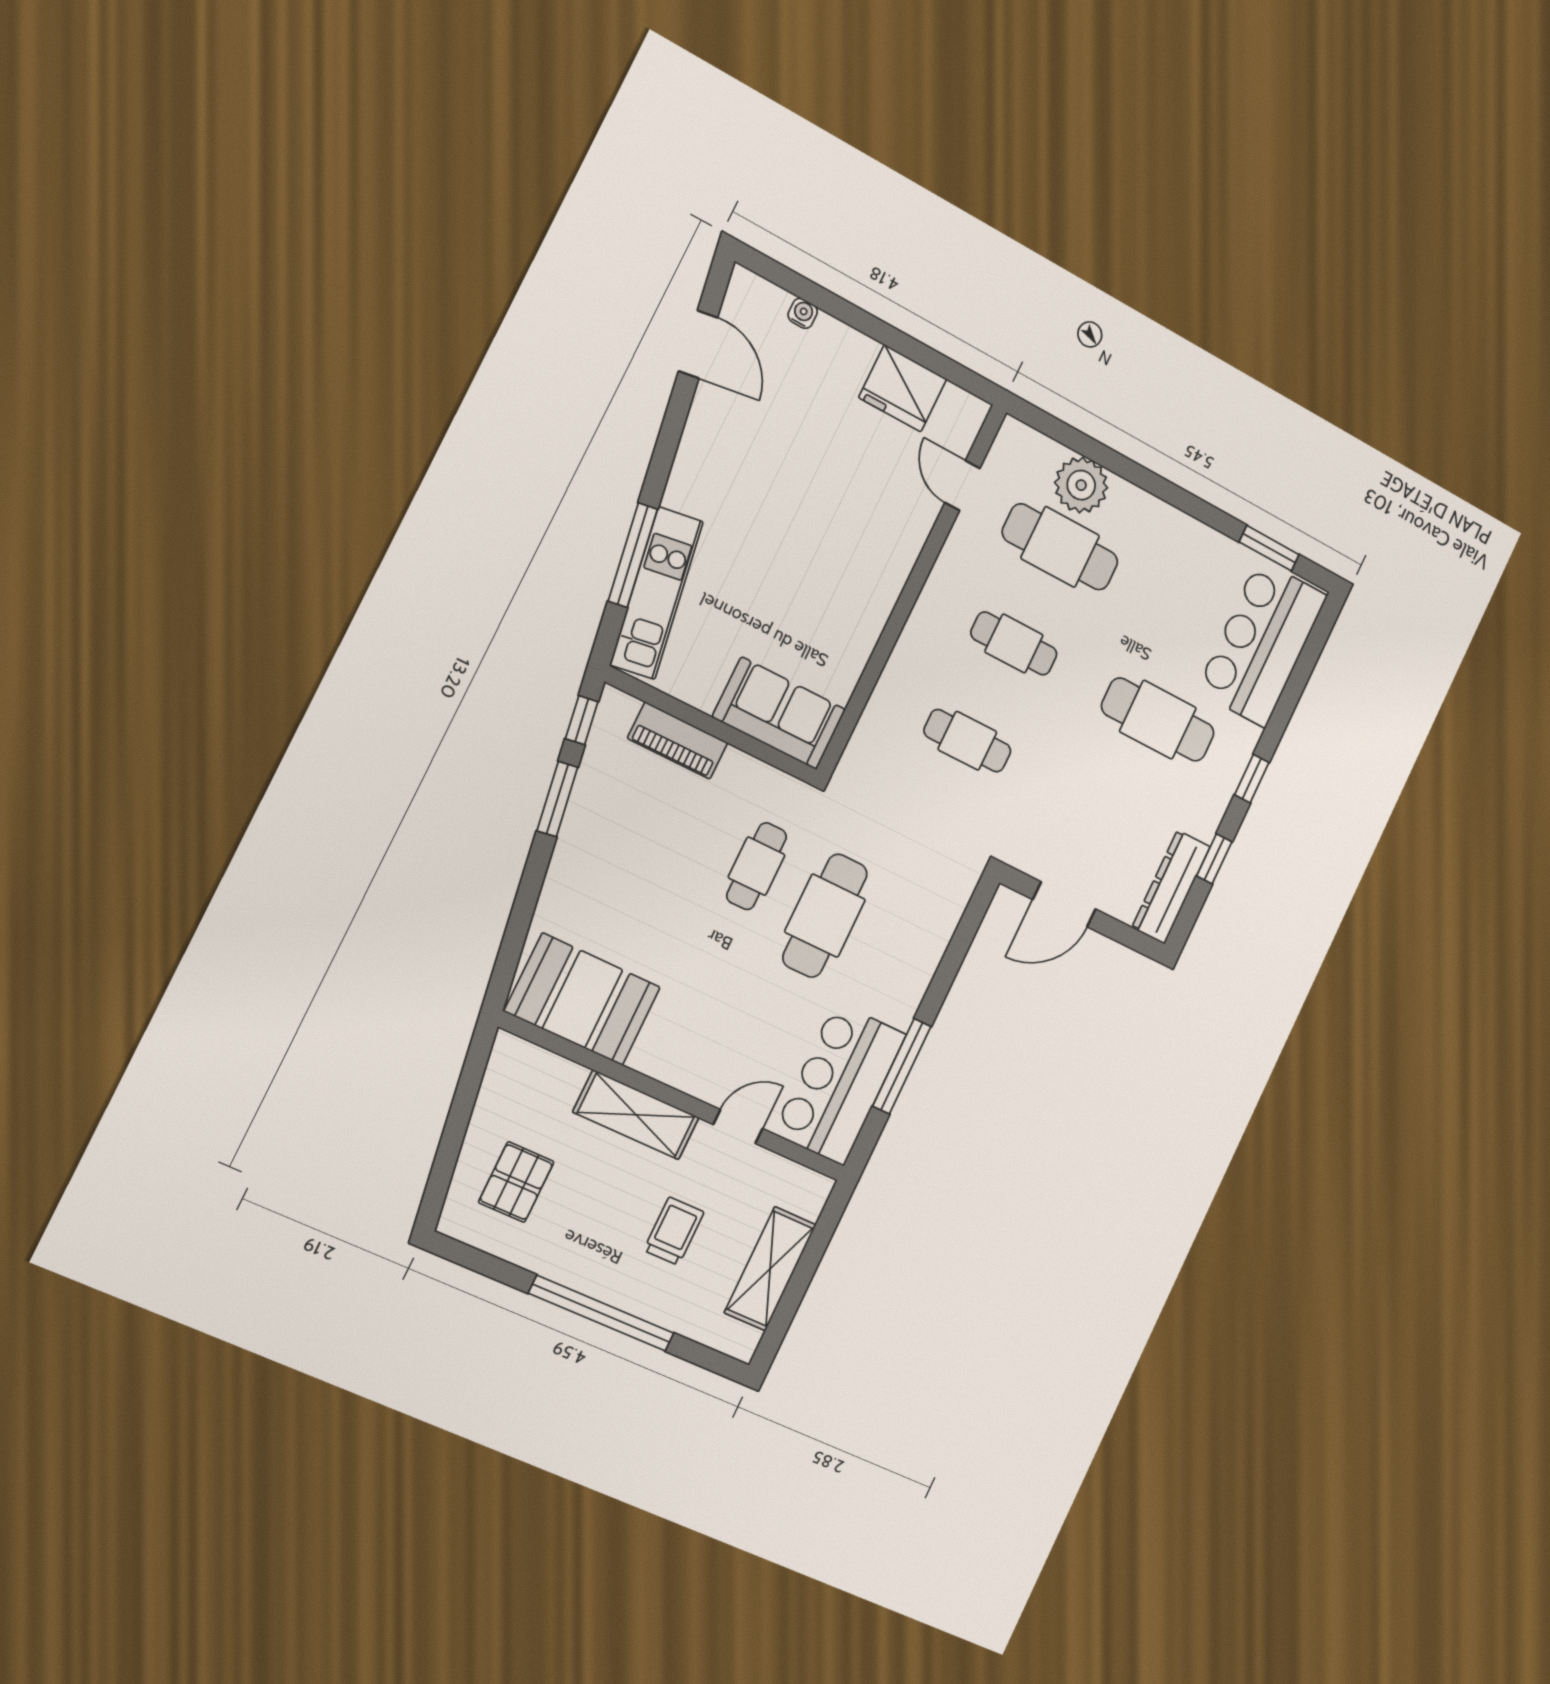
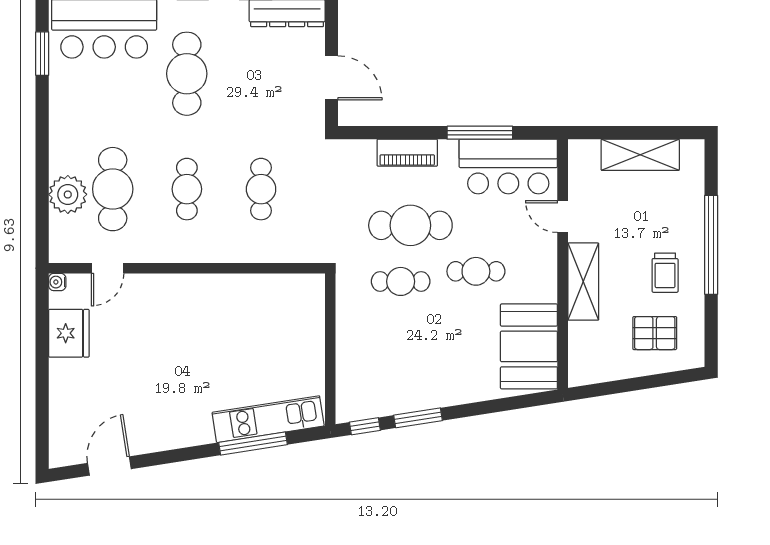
water cooler: (803, 313) -> (57, 282), moved
sofa: (779, 713) -> (302, 312), removed
piano: (678, 741) -> (407, 153), moved, turned 90
cafe table: (721, 975) -> (476, 271), added
trolley: (674, 1231) -> (665, 273), moved, turned -90

